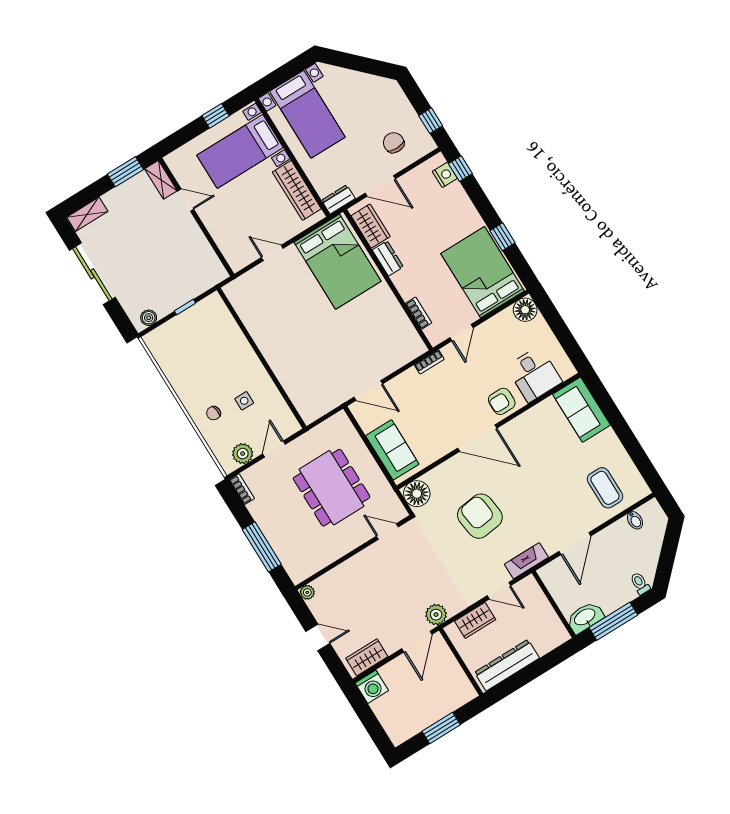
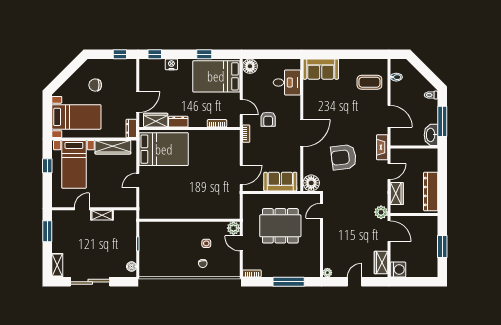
chair: (394, 143) -> (95, 85), moved
nightstand: (445, 175) -> (171, 64), moved
shelving: (161, 180) -> (102, 215), moved
armchair: (502, 401) -> (268, 119), moved
plant: (243, 454) -> (233, 228), moved

